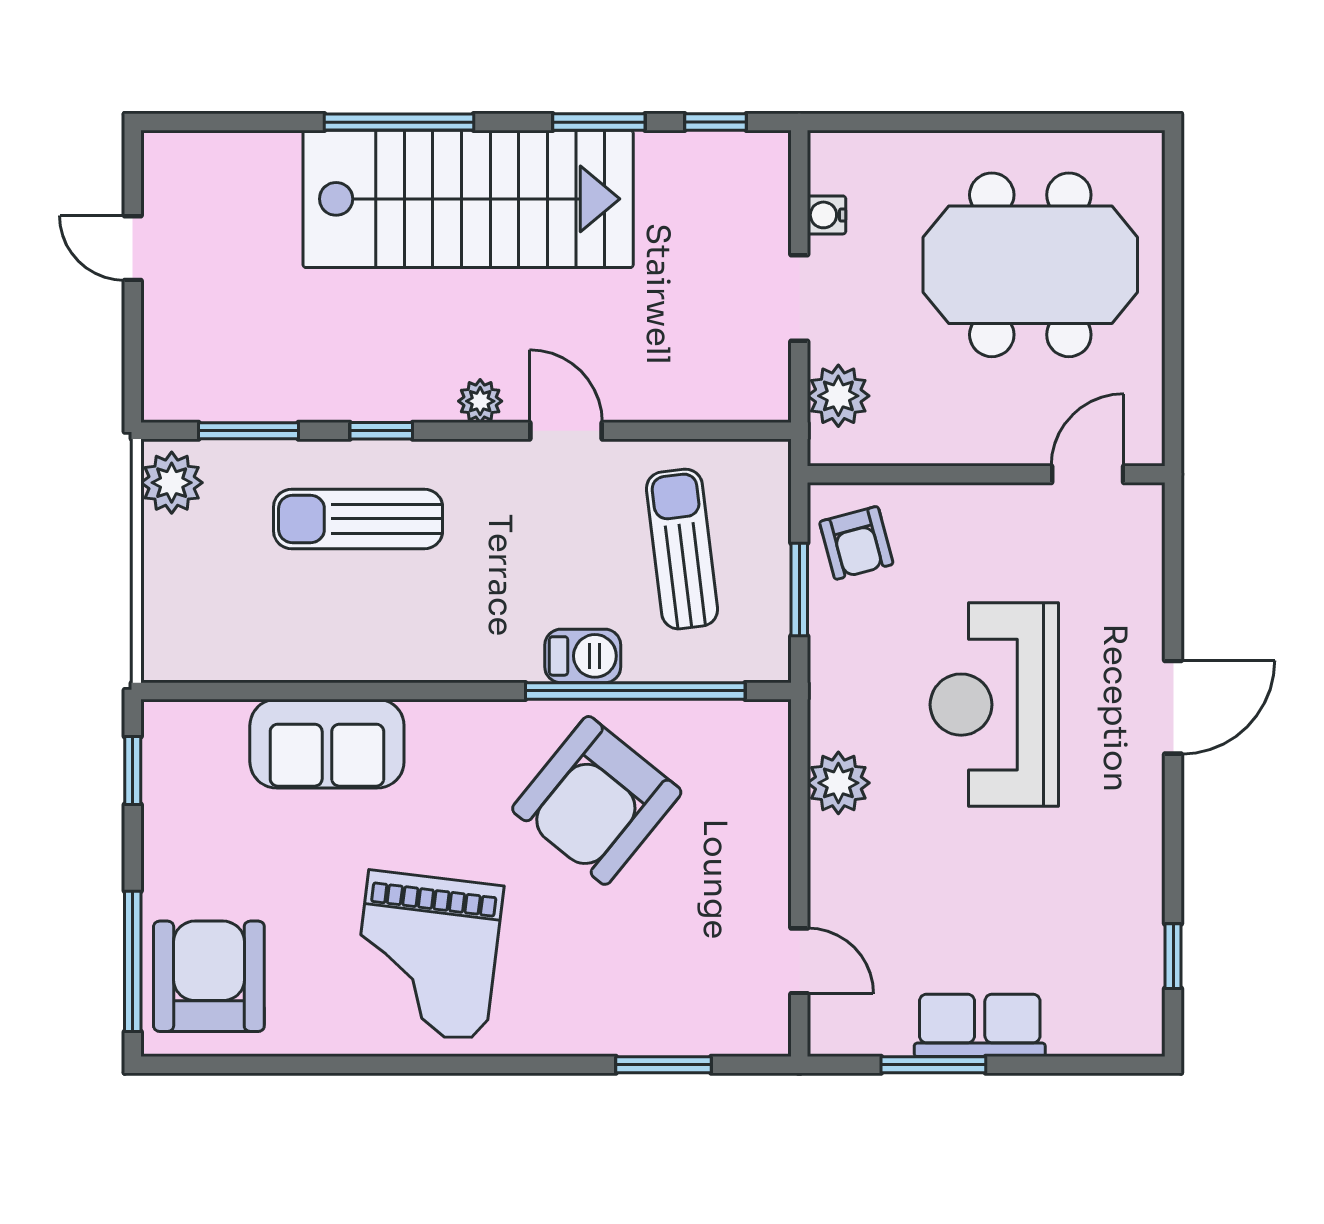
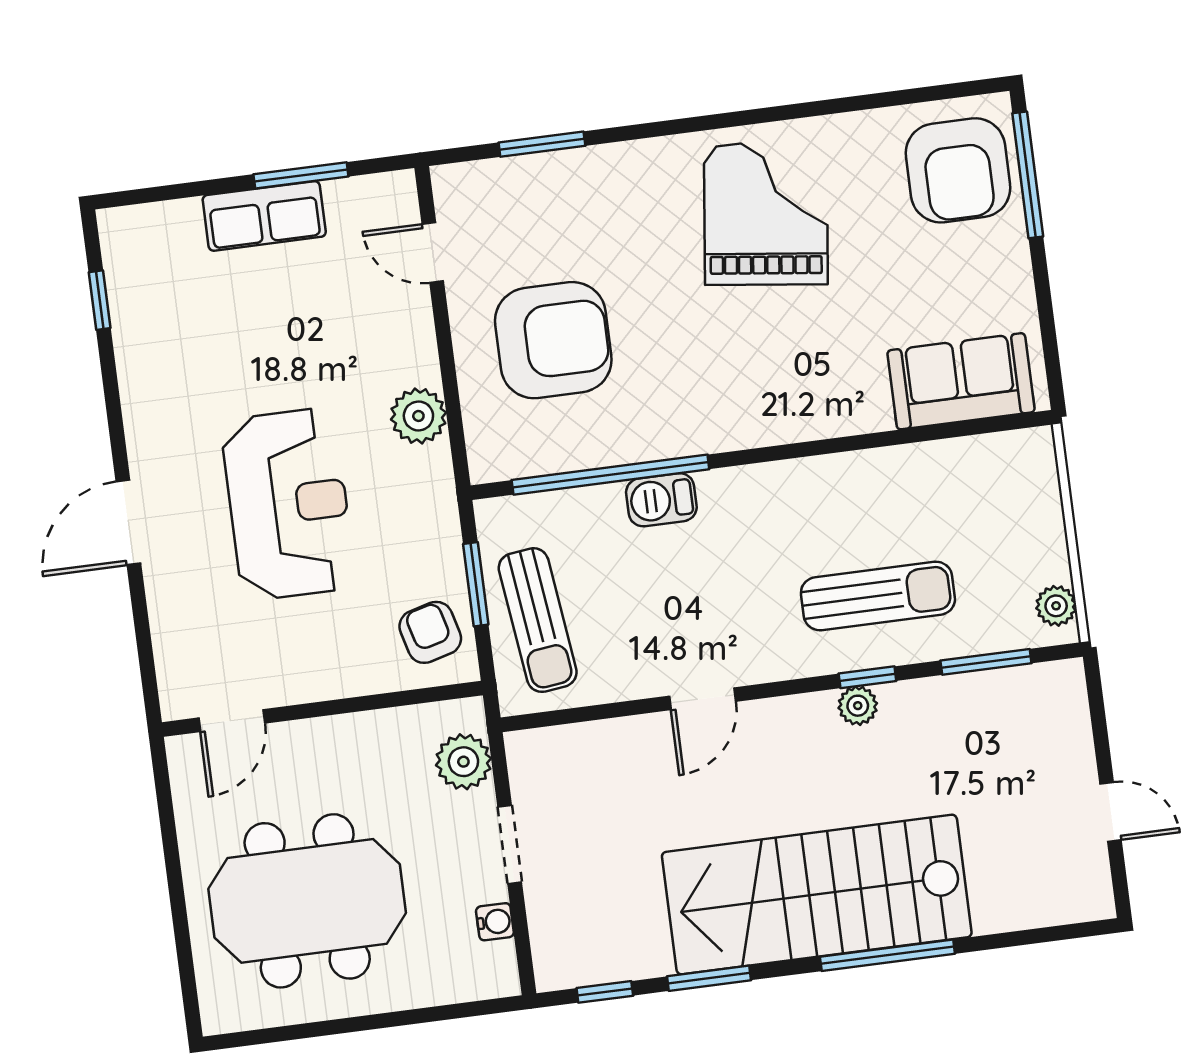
plant: (480, 401) -> (858, 706), moved
door: (566, 431) -> (703, 699), hinge flipped
plant: (172, 483) -> (1056, 606), width x0.73, depth x0.73
sun lounger: (682, 549) -> (538, 620), moved
sofa: (327, 744) -> (961, 381), moved
window: (133, 771) -> (1050, 345), removed
armchair: (597, 800) -> (553, 340), moved, turned 51

